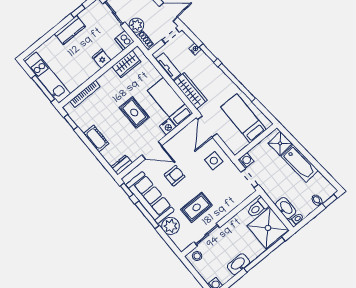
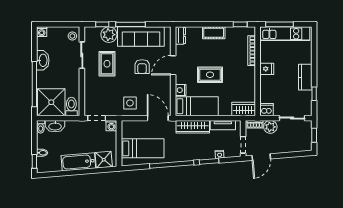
fridge: (102, 59) -> (267, 69), moved
wardrobe: (126, 64) -> (244, 109), moved, turned 90
window: (127, 190) -> (102, 24), moved

